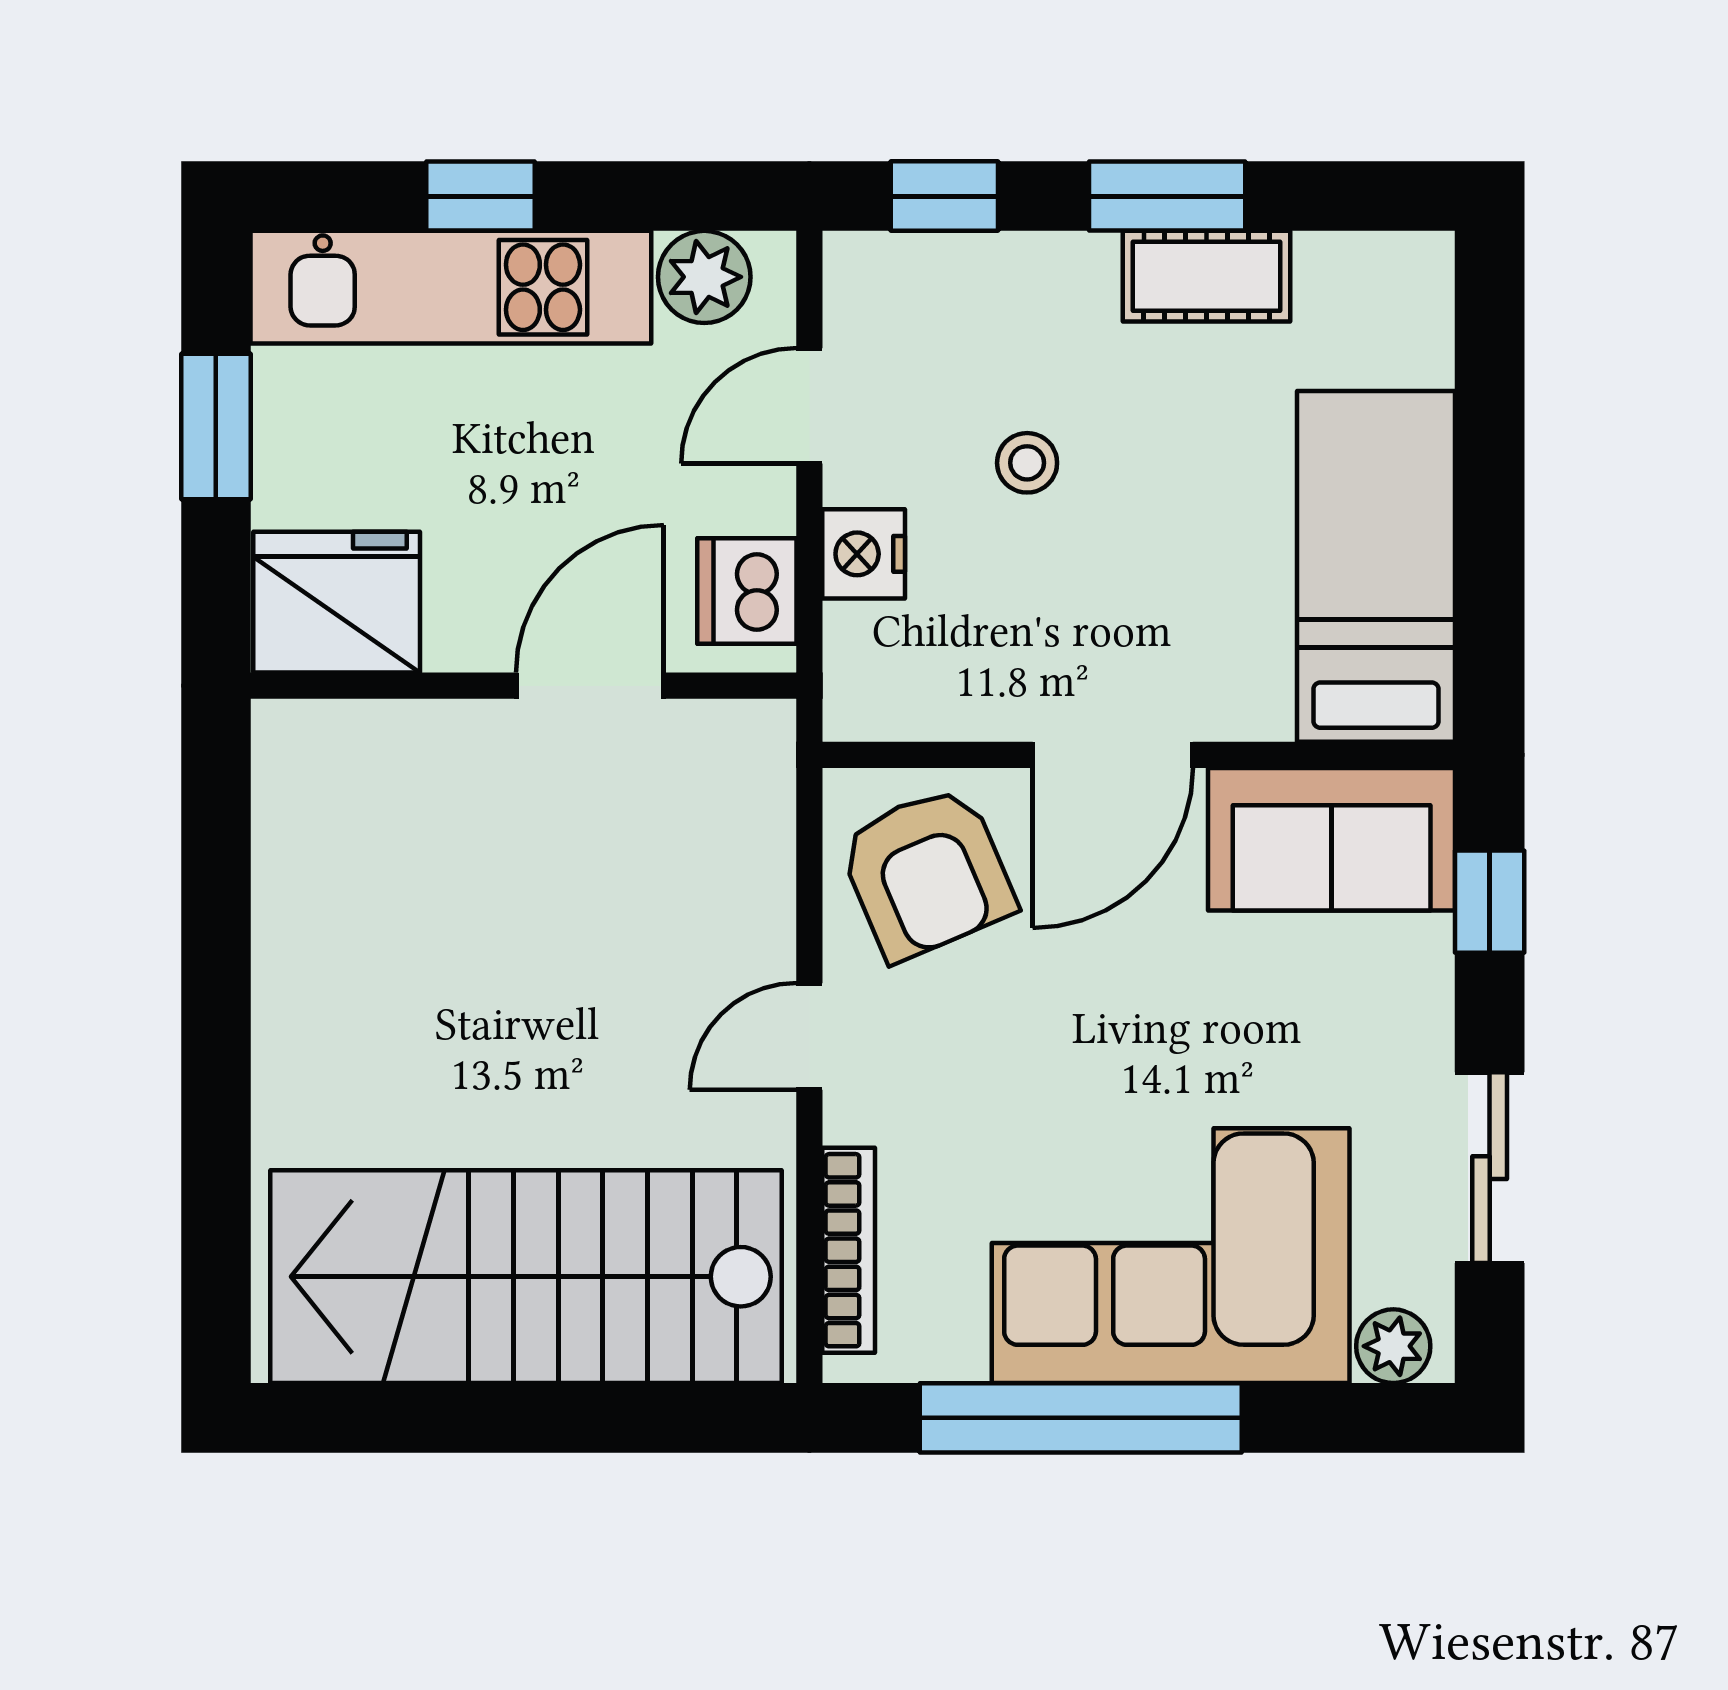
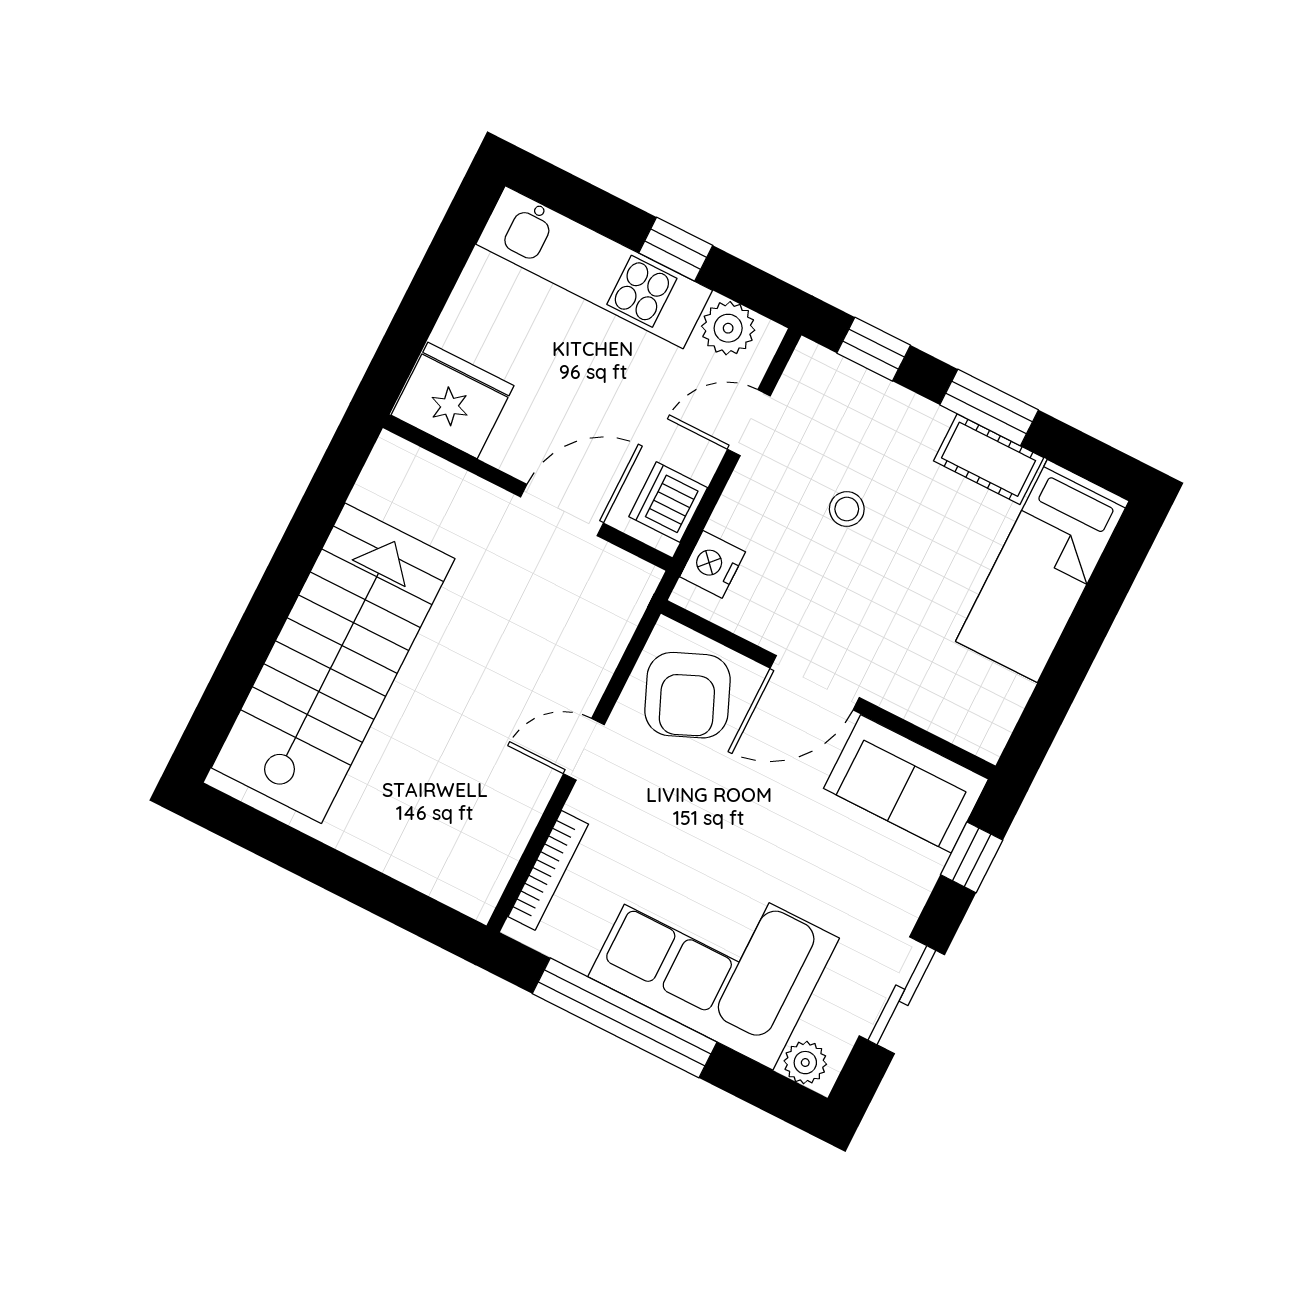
window: (481, 196) -> (676, 249), moved
window: (216, 426) -> (436, 278), removed
nightstand: (864, 554) -> (713, 564), moved
bed: (1376, 566) -> (1042, 571), moved, turned 180
stairs: (526, 1277) -> (333, 663), moved, turned 90

